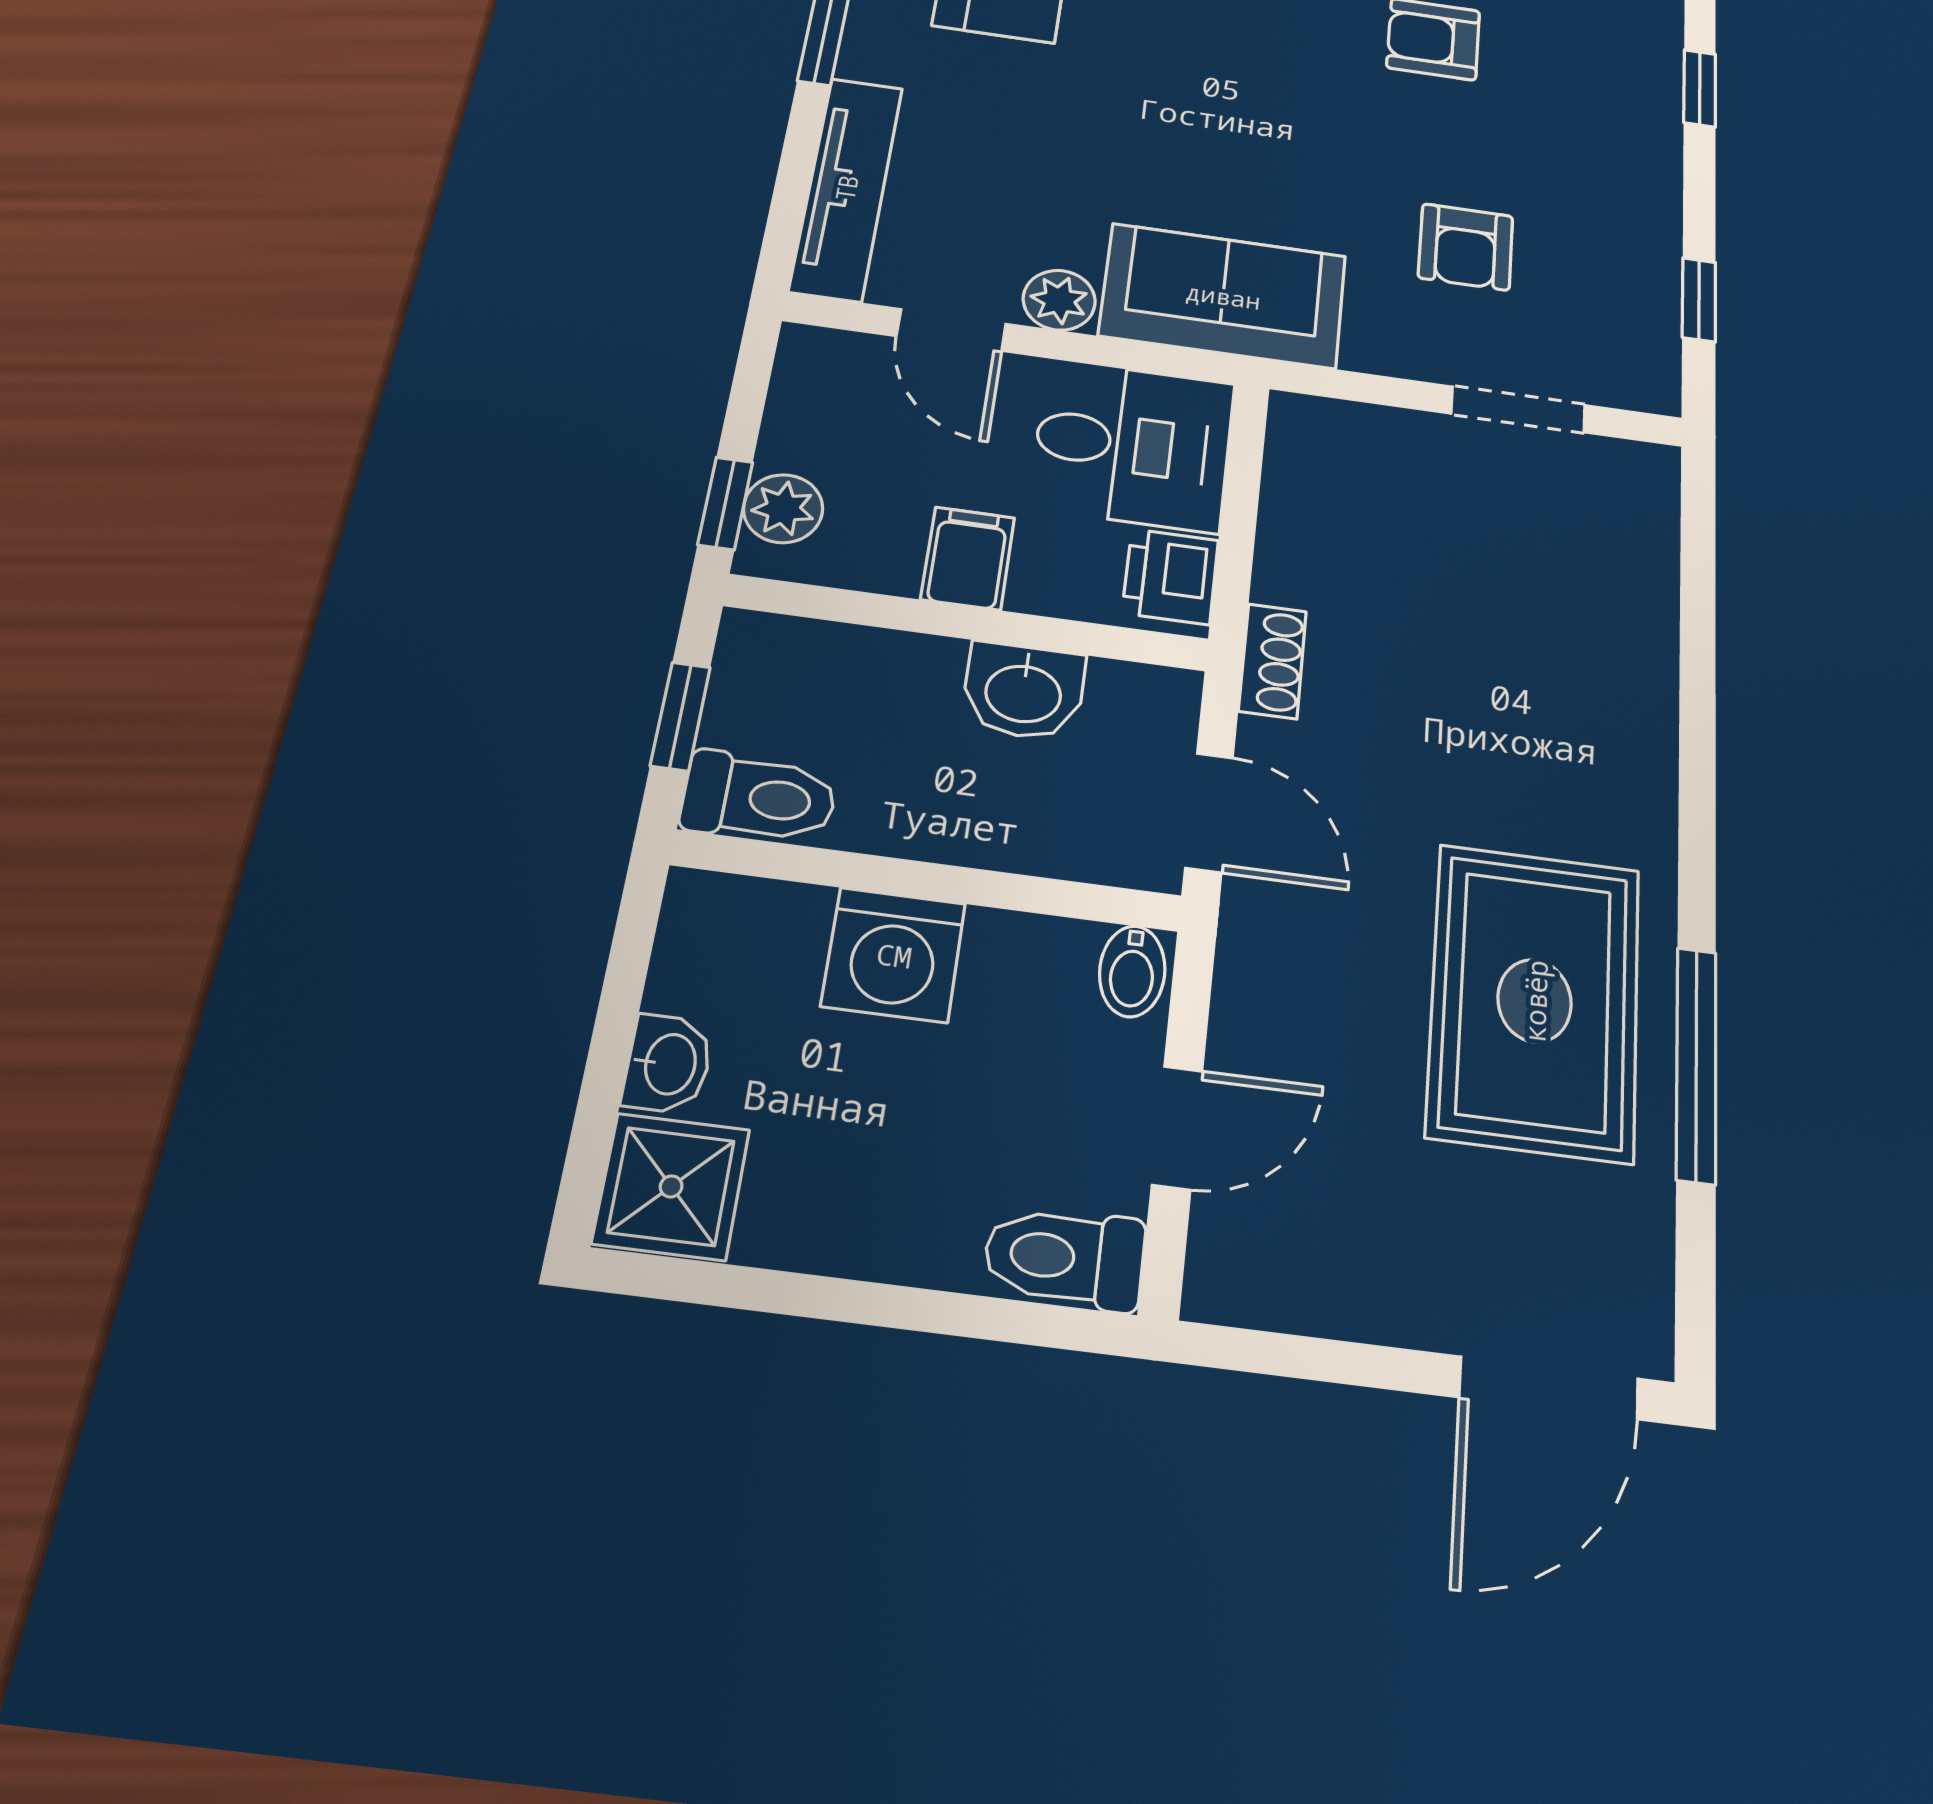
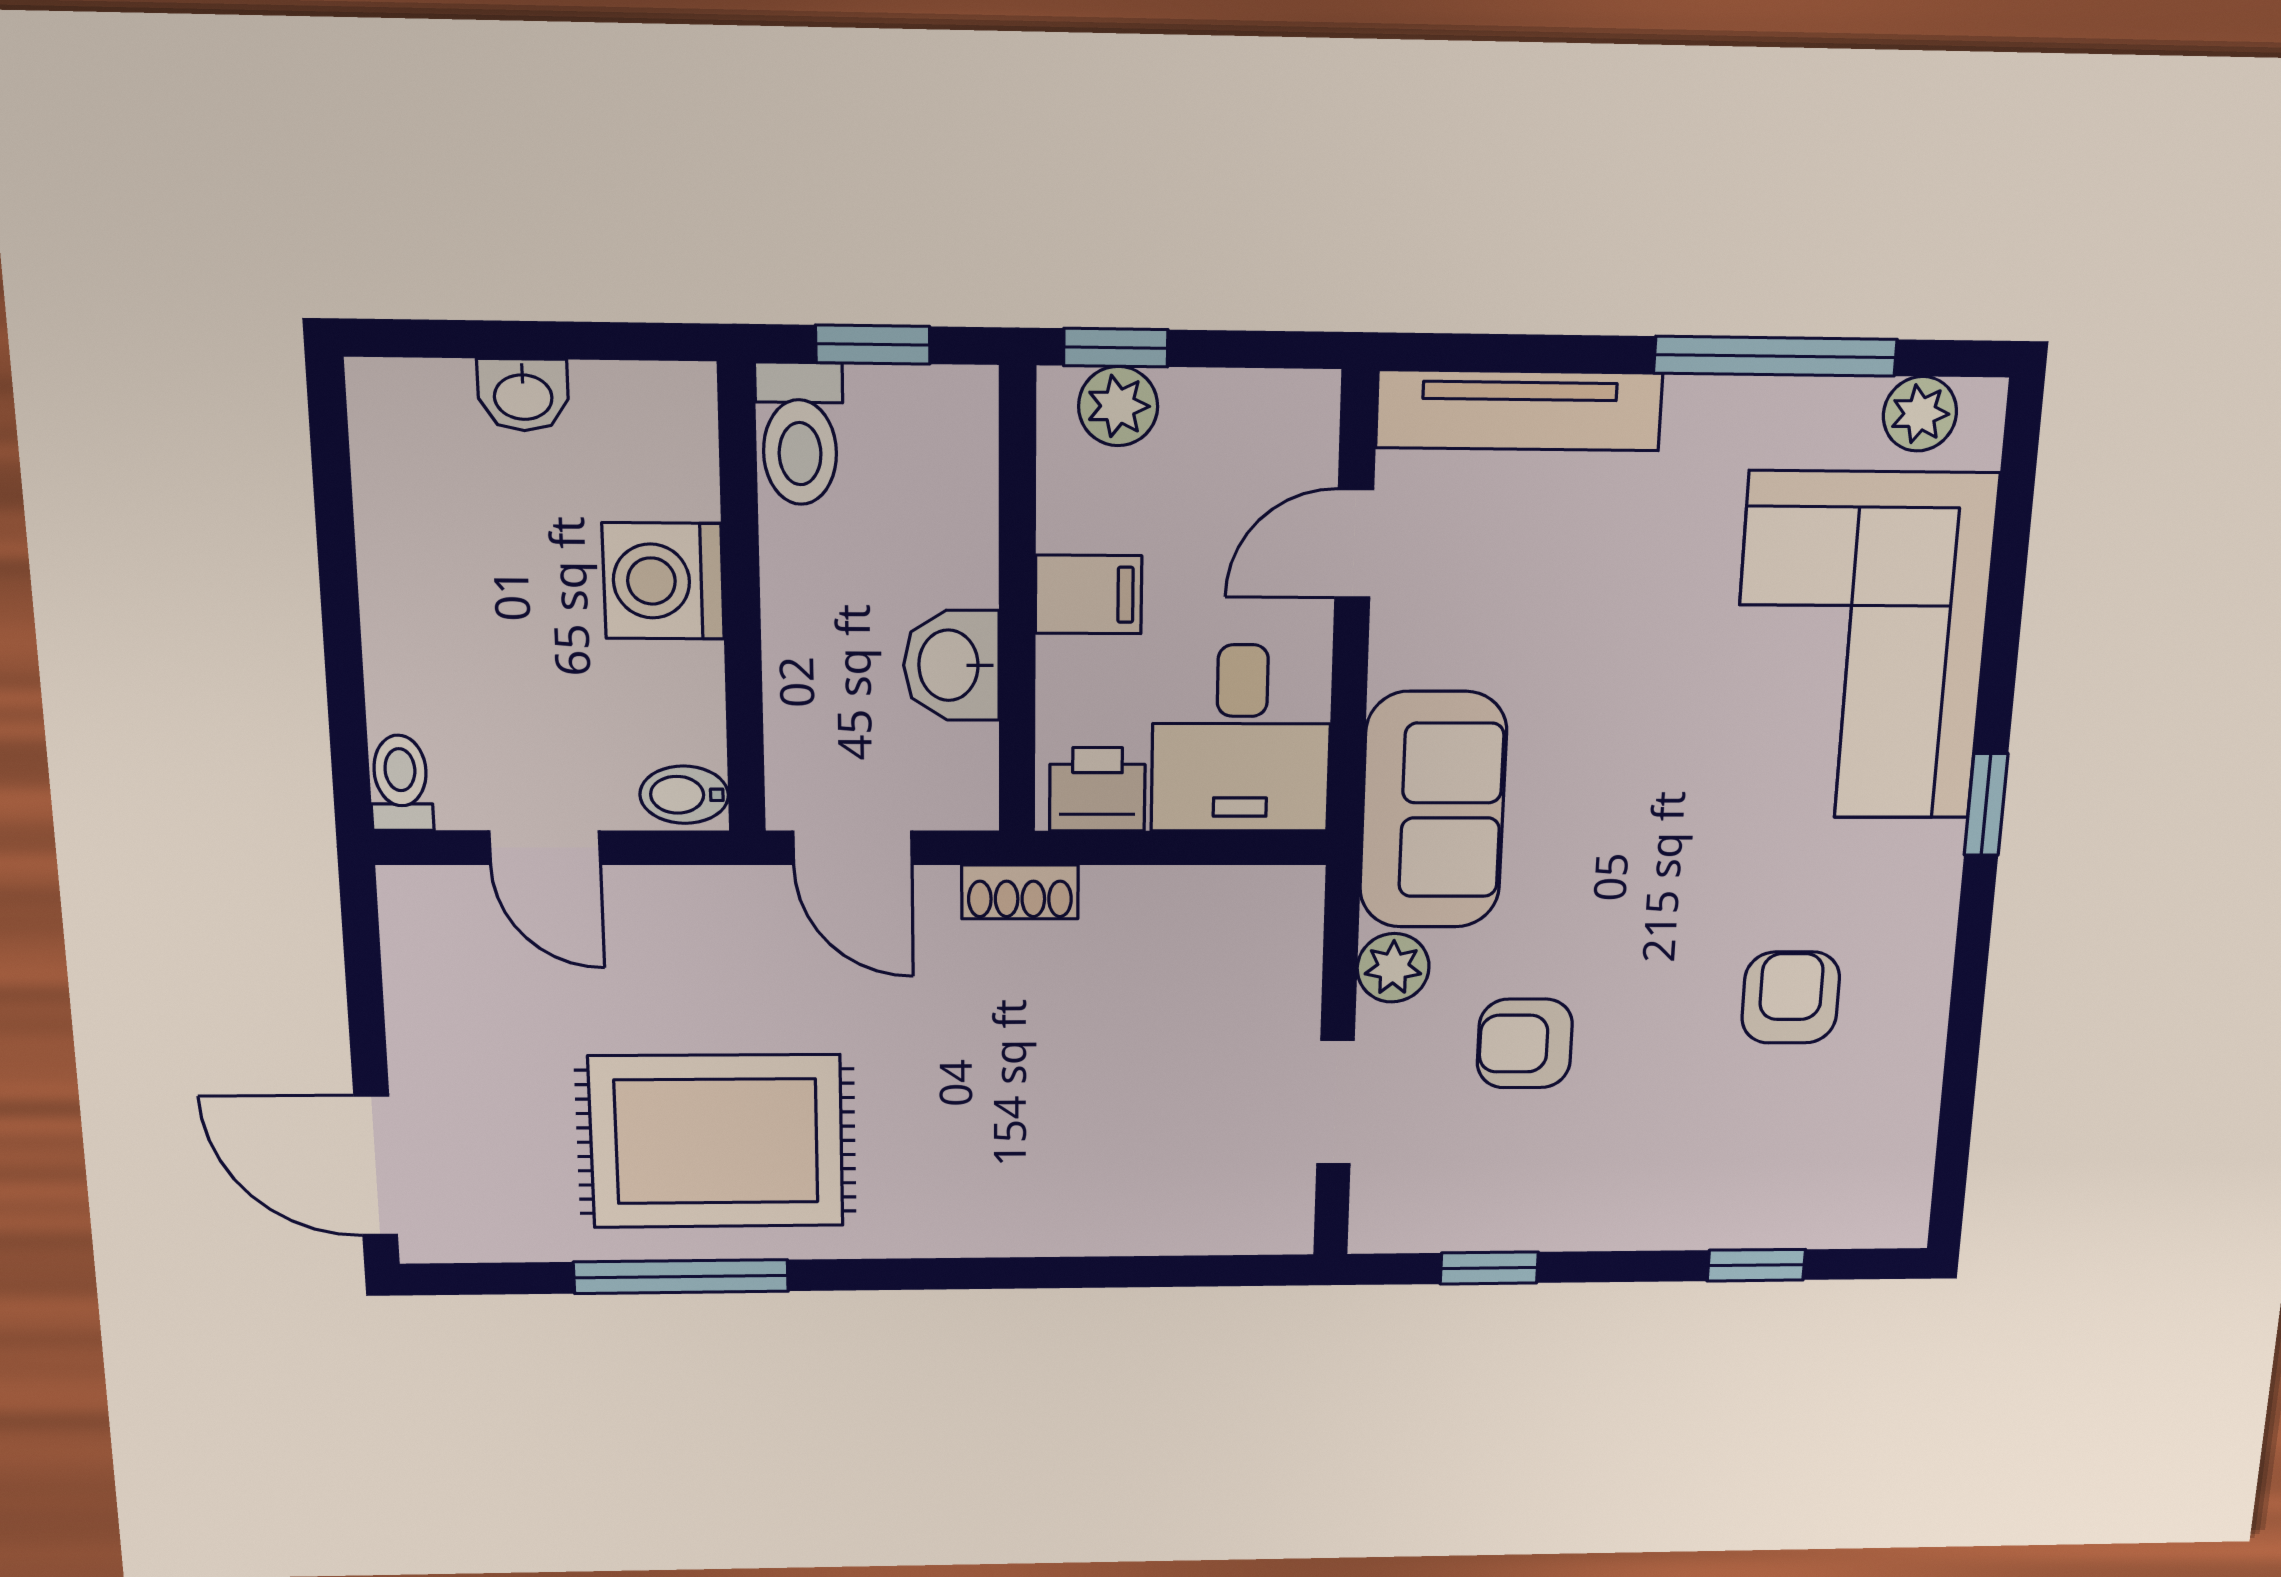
plant: (1059, 300) -> (1393, 968), moved
door: (1209, 812) -> (853, 848), hinge flipped
shower: (671, 1186) -> (411, 418), removed
toilet: (1064, 1258) -> (401, 783), width x0.73, depth x0.72

